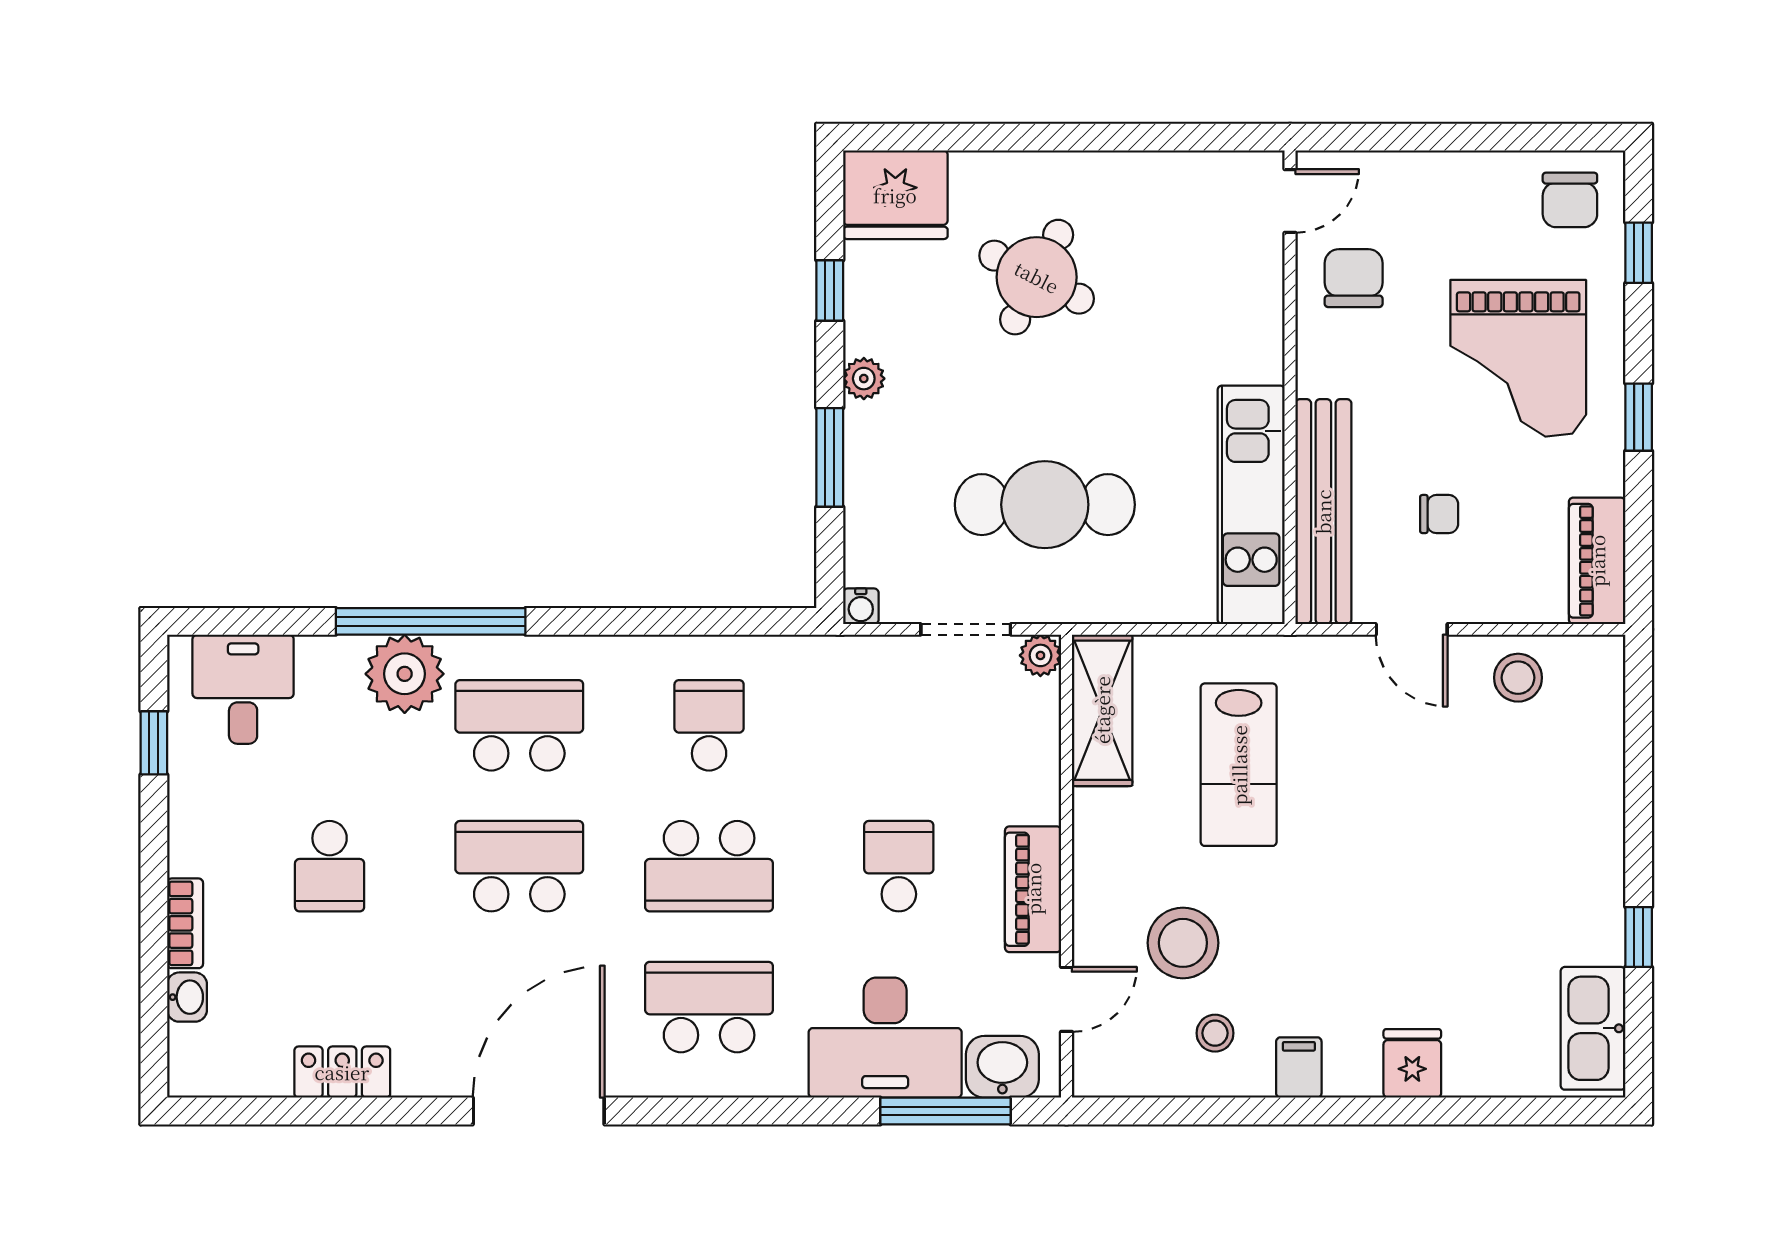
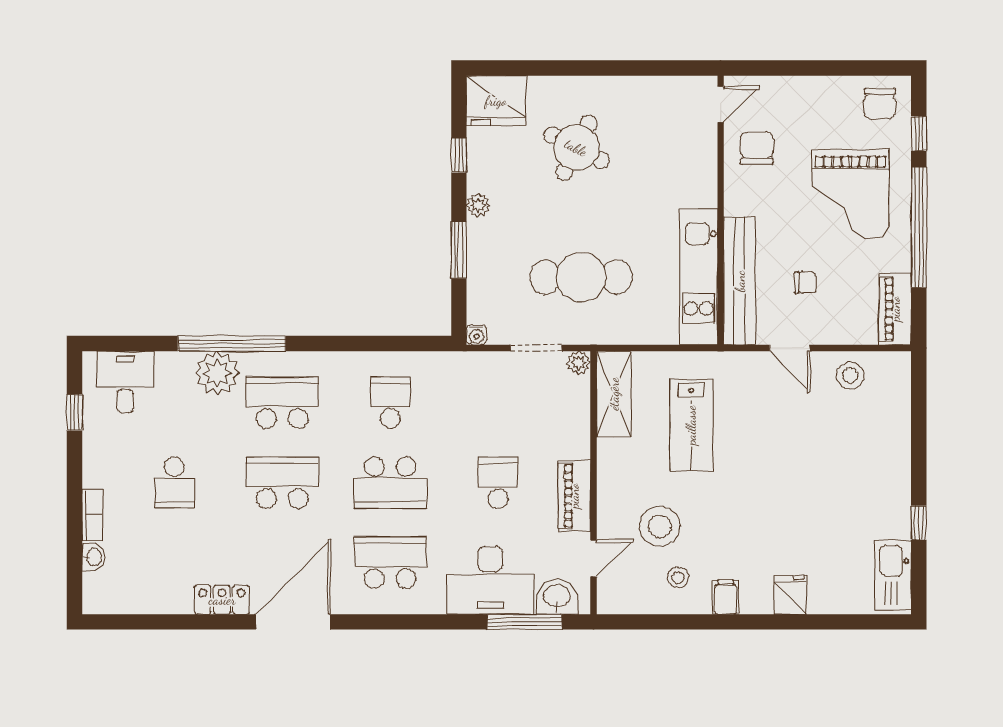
window: (1639, 417) -> (919, 227), width x3.17
locker: (342, 1072) -> (222, 600), moved

